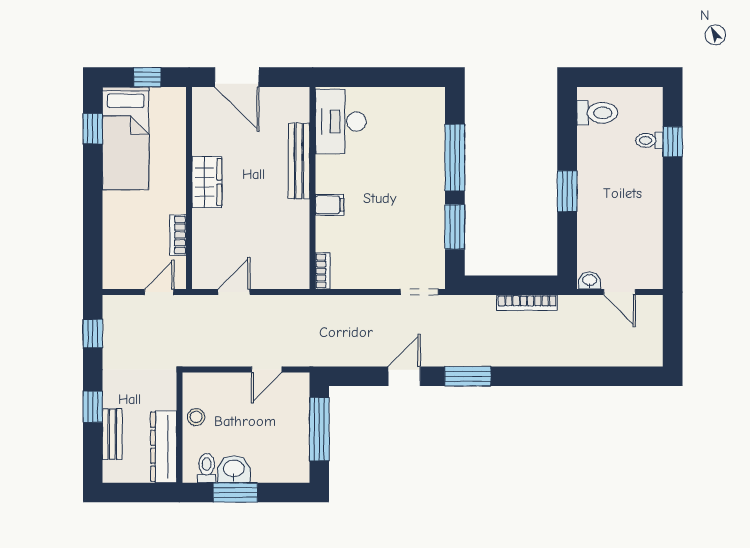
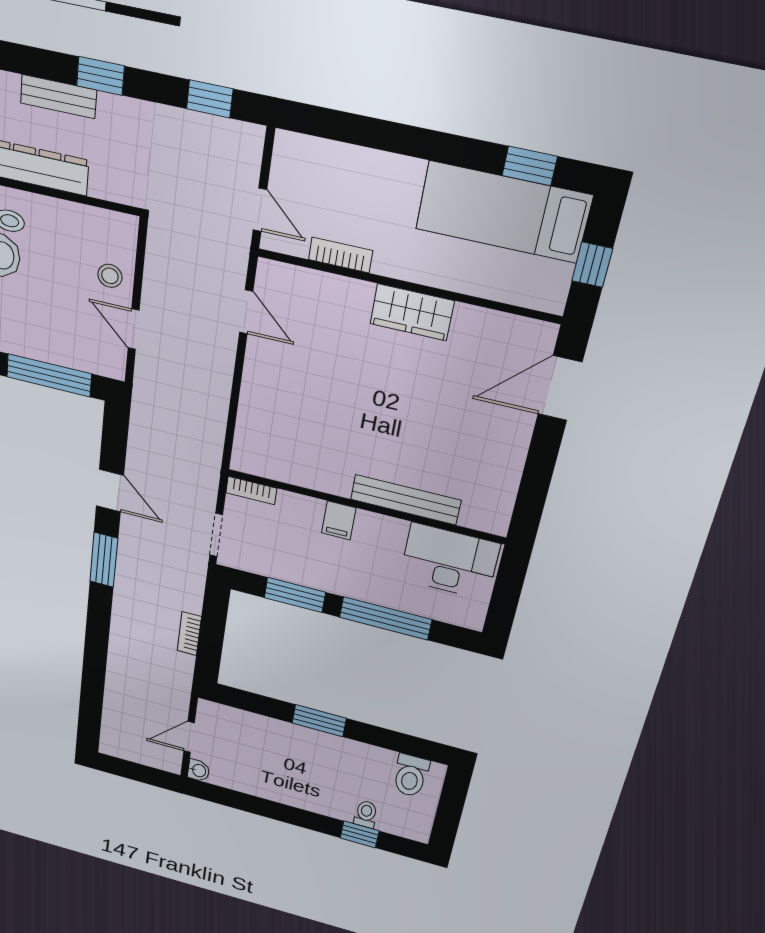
desk: (341, 122) -> (449, 561), moved
bench: (299, 161) -> (406, 500), moved
wall: (313, 188) -> (365, 506), moved
filing cabinet: (330, 205) -> (339, 520), moved
bookcase: (323, 271) -> (251, 490), moved
washbasin: (590, 281) -> (199, 770), moved
bookcase: (527, 303) -> (189, 634), width x0.64
stool: (196, 417) -> (110, 276), moved

